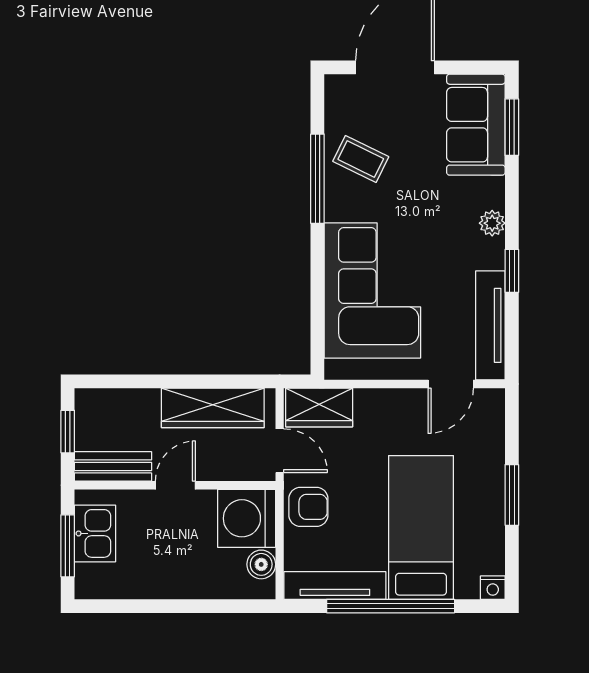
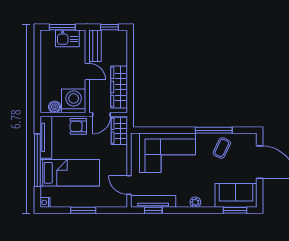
window: (512, 271) -> (153, 210), moved
armchair: (308, 507) -> (78, 126), turned 90

